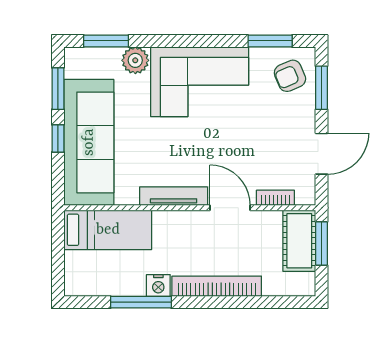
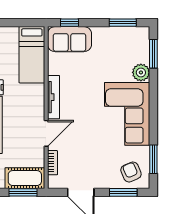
window: (58, 138) -> (70, 23), moved
sofa: (89, 142) -> (69, 39), width x0.54, depth x0.79

